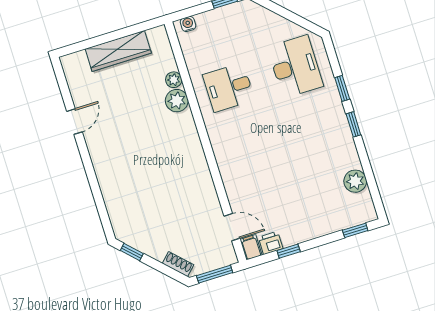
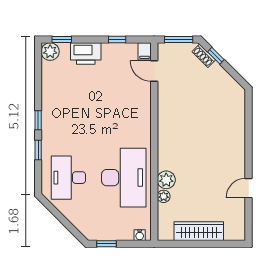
desk: (229, 87) -> (124, 178), width x1.87, depth x1.30
plant: (355, 181) -> (50, 52), moved
printer: (271, 243) -> (86, 54), moved, width x1.87, depth x1.48
window: (132, 252) -> (216, 56), moved

